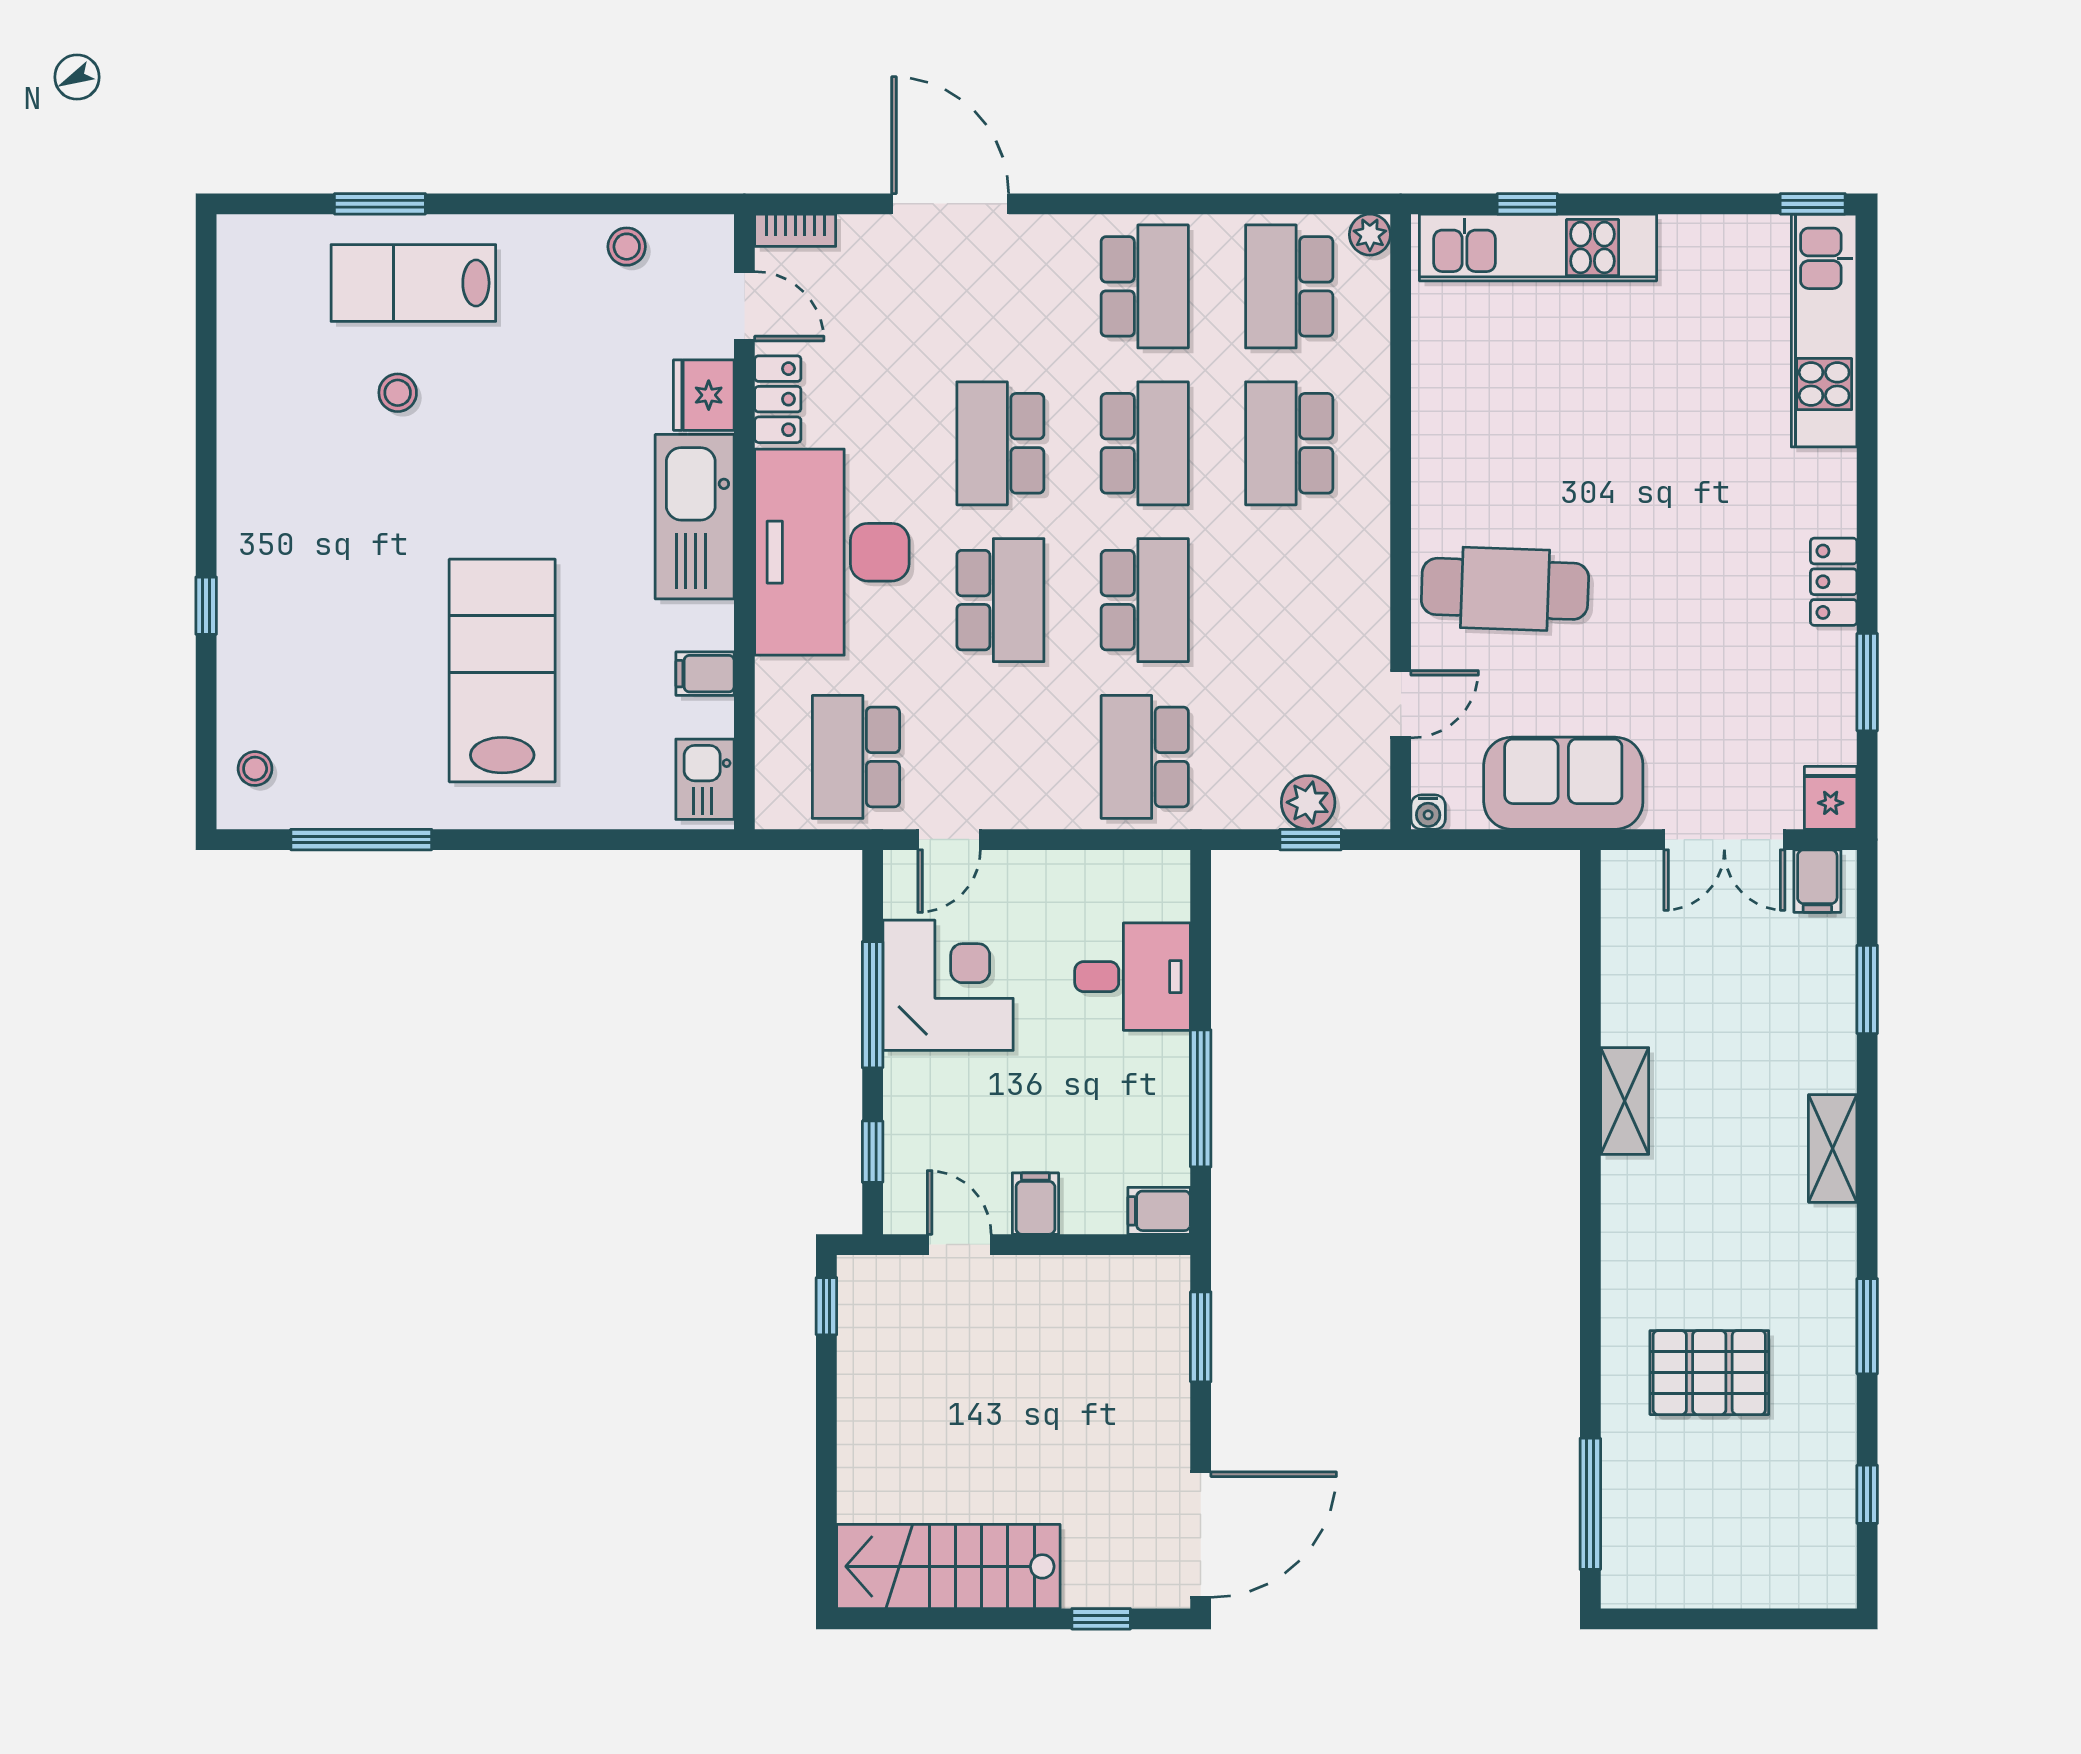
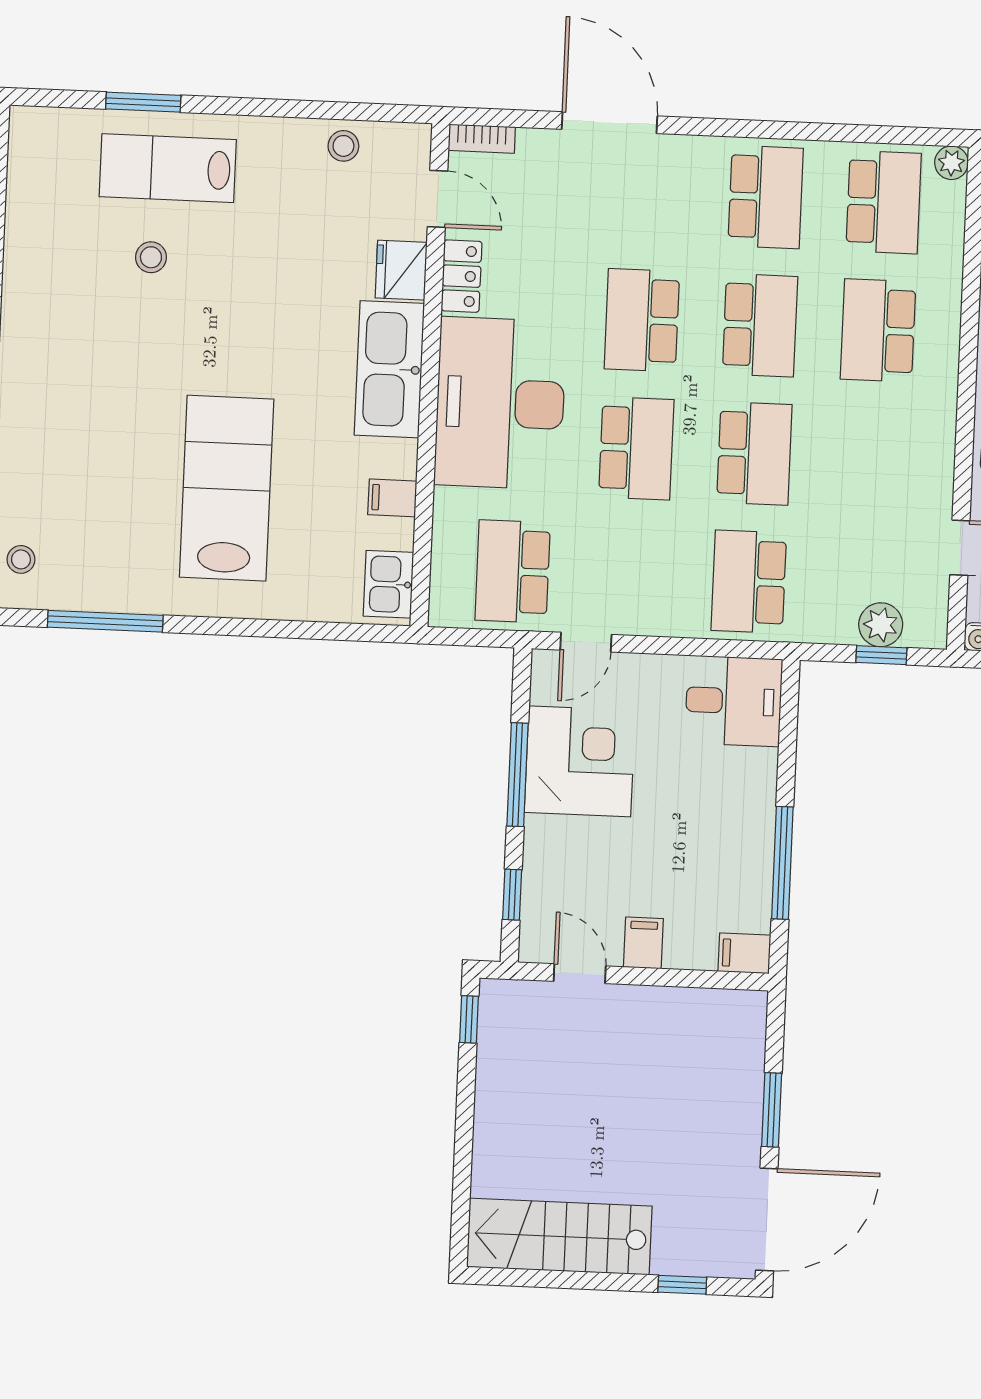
school desk: (1289, 286) -> (884, 202), turned 180
desk: (1133, 977) -> (734, 701), moved
window: (1201, 1337) -> (772, 1110), moved

